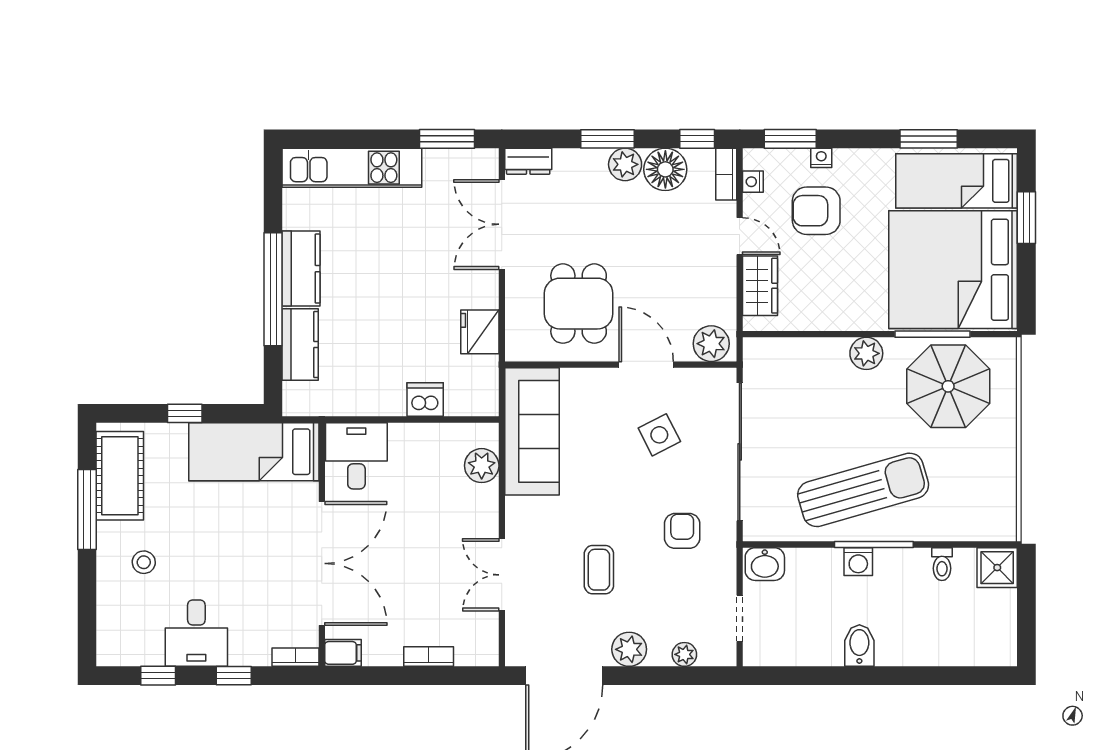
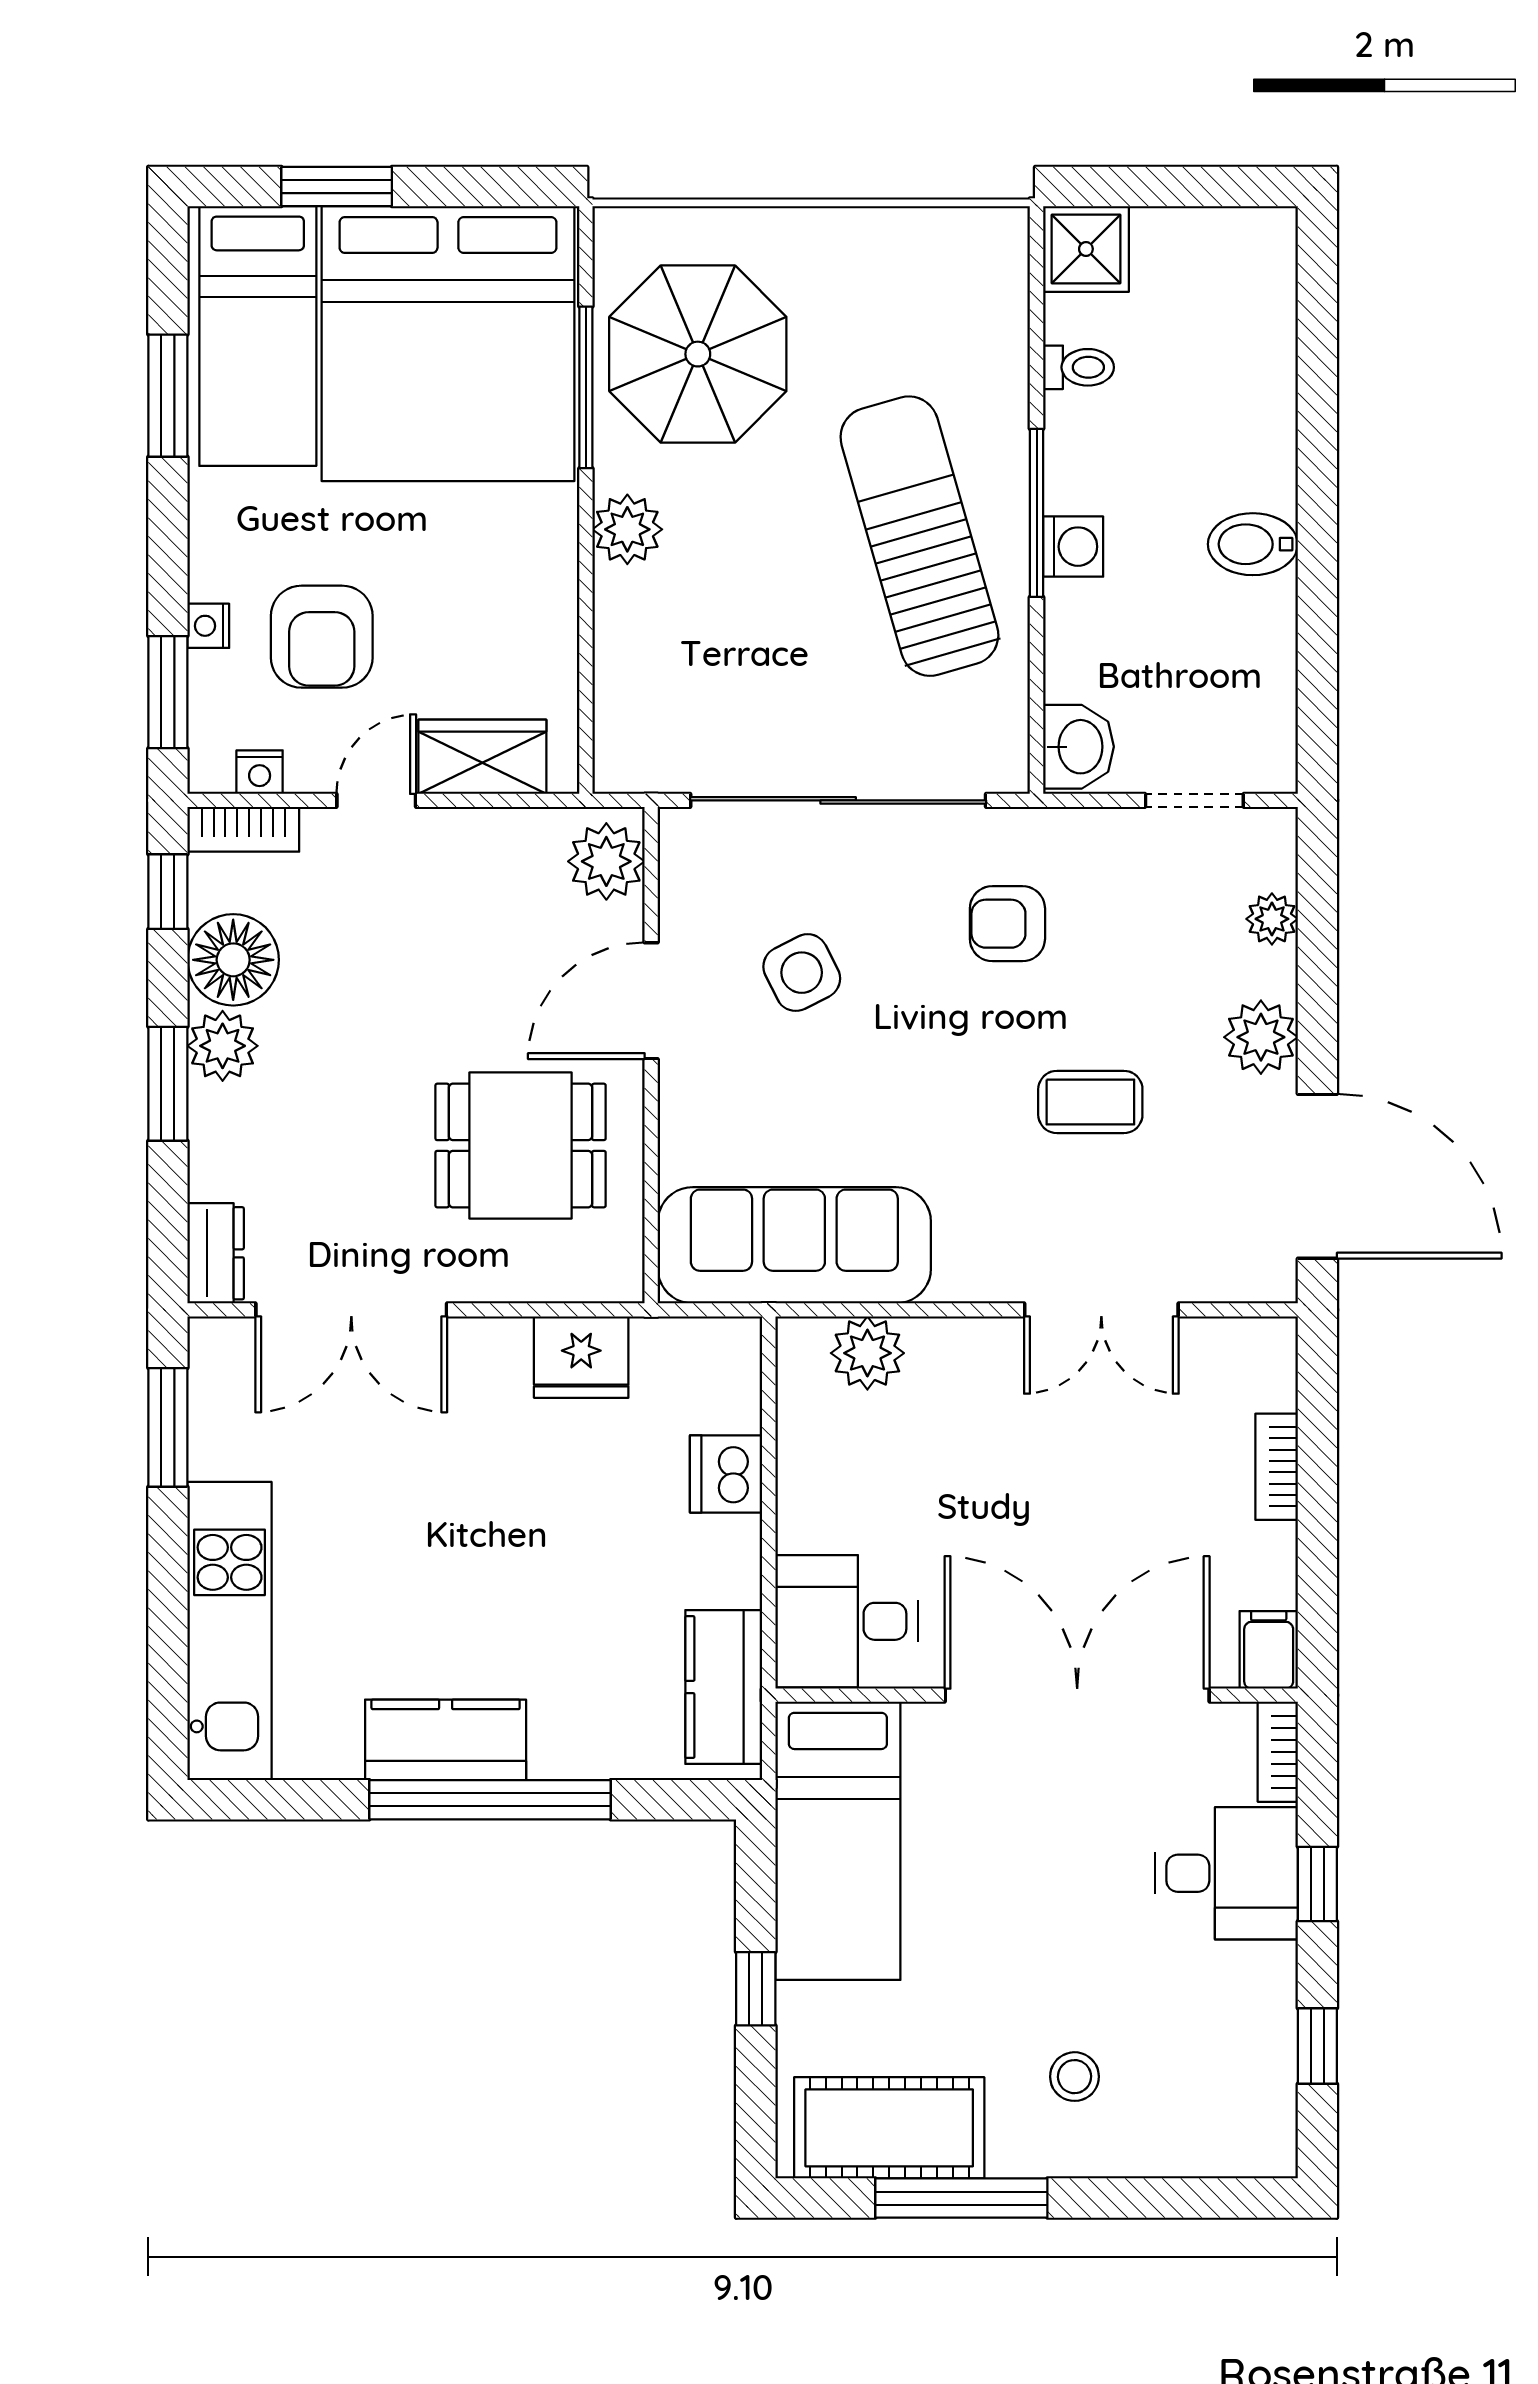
kitchen counter: (300, 345) -> (724, 1687), moved, turned -90
desk: (196, 633) -> (1226, 1873), moved

